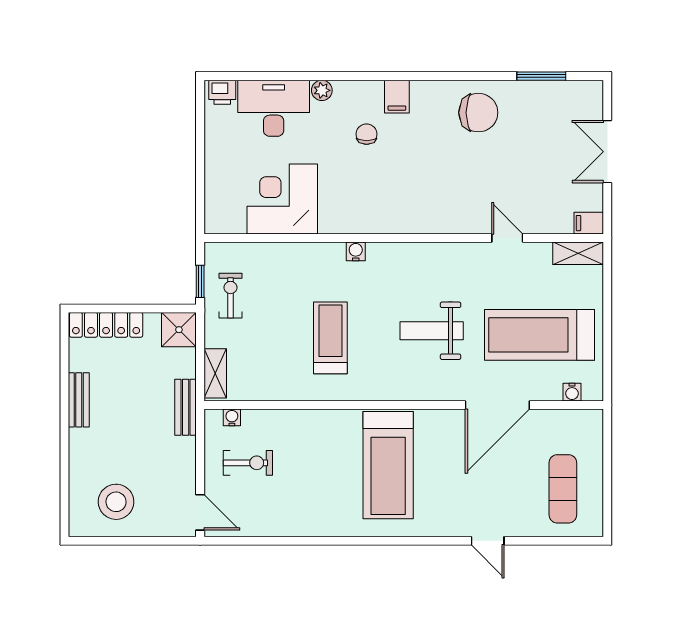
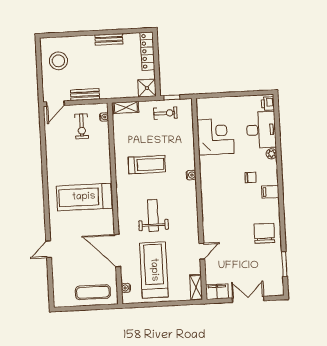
chair: (478, 113) -> (264, 233), turned 180
filing cabinet: (589, 223) -> (217, 292), width x2.00
bench: (186, 407) -> (85, 95), moved
exercise mat: (563, 489) -> (93, 292), moved

